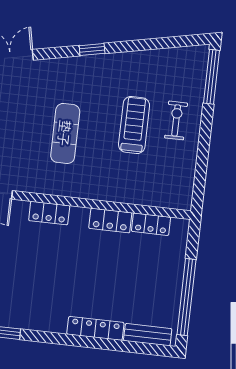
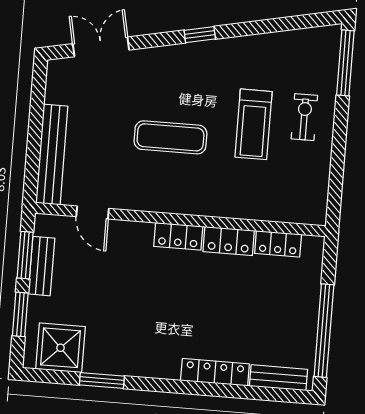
treadmill: (134, 125) -> (254, 124), turned 180
exercise mat: (65, 133) -> (170, 137), turned 90
locker: (49, 213) -> (178, 236), moved

